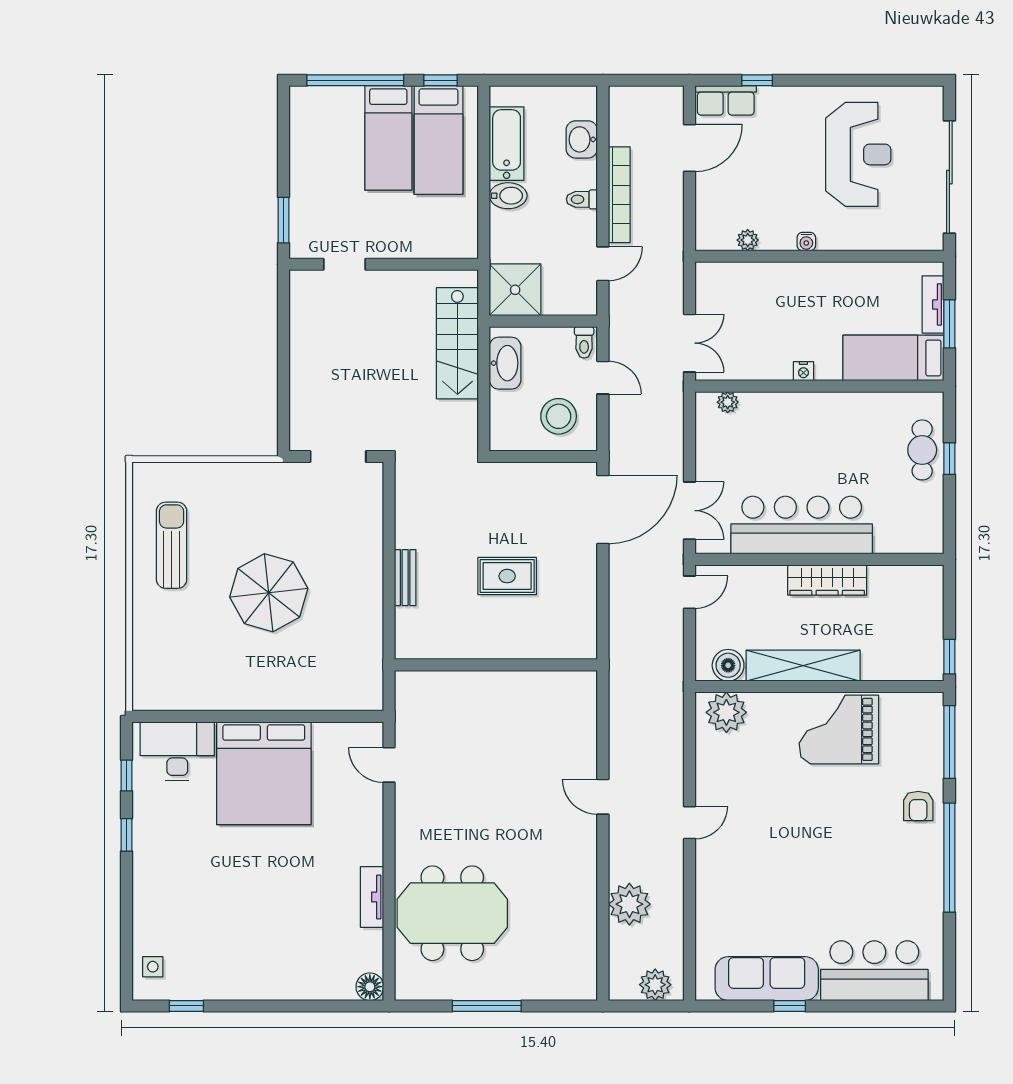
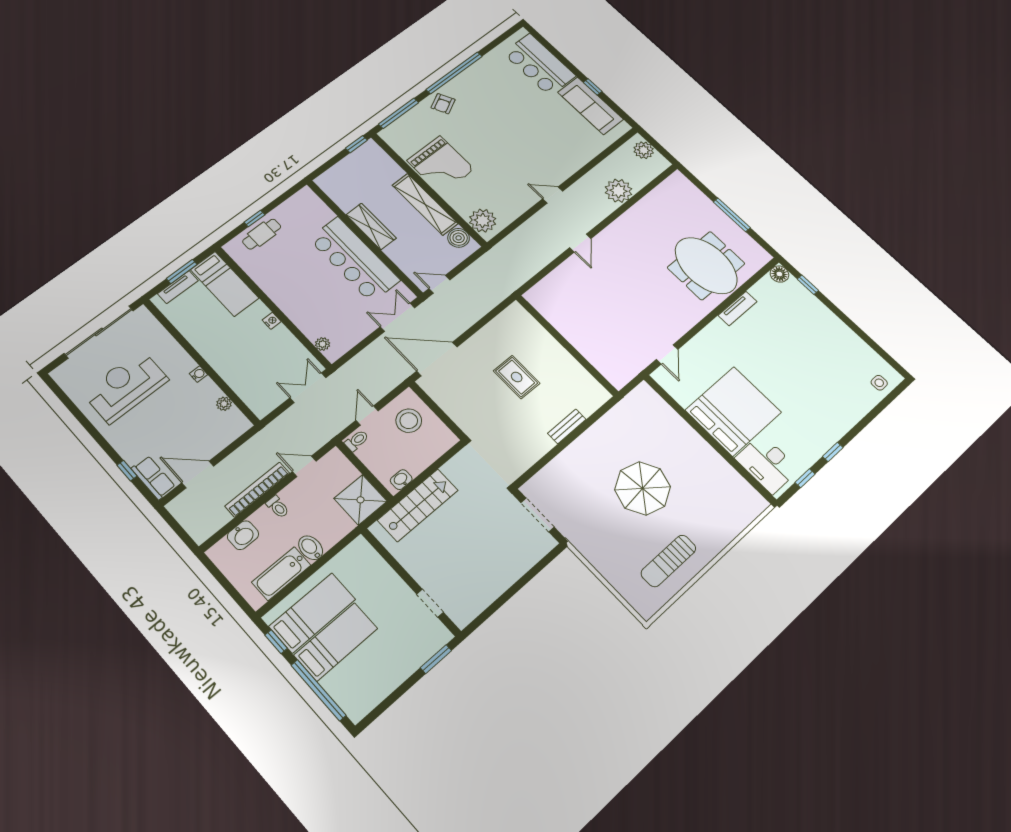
washbasin: (505, 363) -> (401, 480), width x0.52, depth x0.69
armchair: (918, 806) -> (443, 104), turned 153
window: (186, 1006) -> (808, 285), moved

